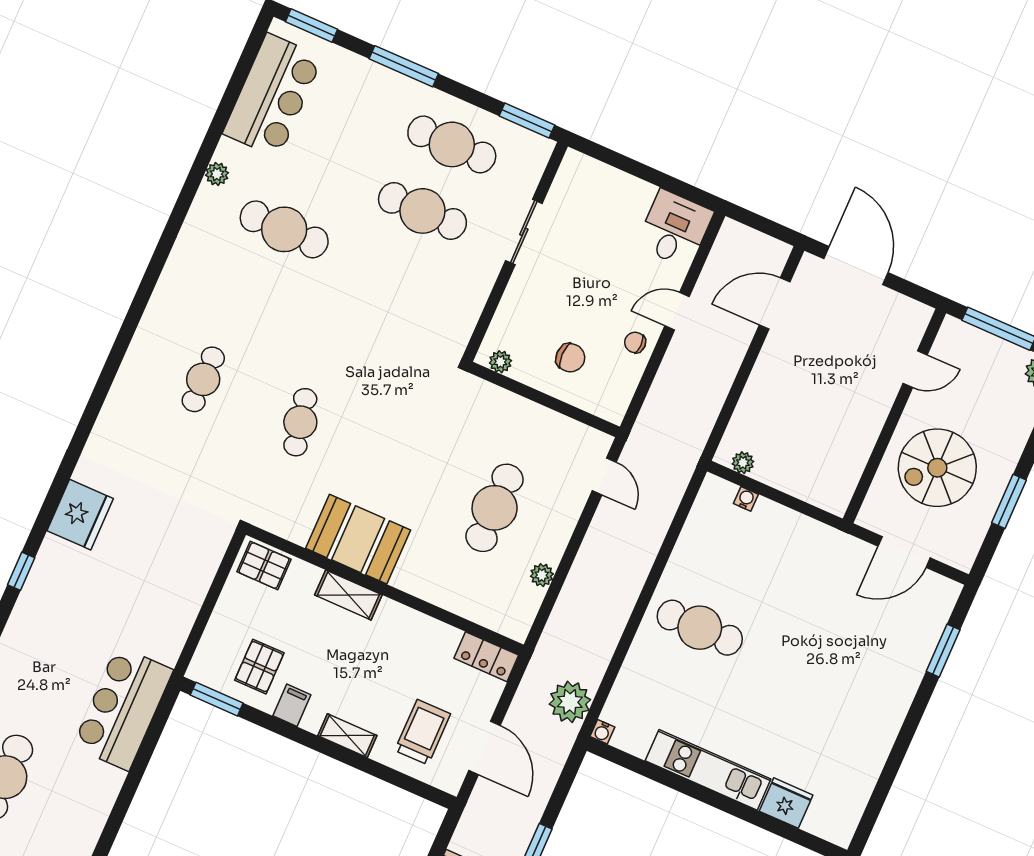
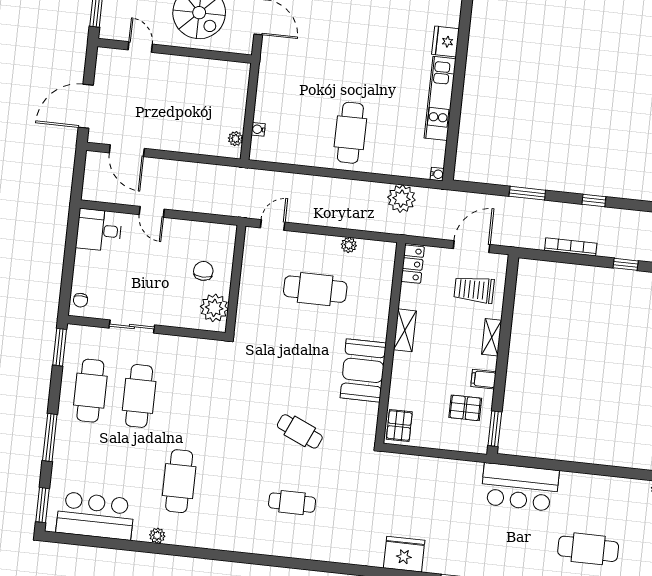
chair: (635, 342) -> (81, 300), moved
plant: (500, 362) -> (214, 308), width x1.88, depth x1.88
cafe table: (300, 422) -> (300, 431), turned 36
shelving: (348, 595) -> (405, 330), moved
plant: (570, 702) -> (401, 199), moved

